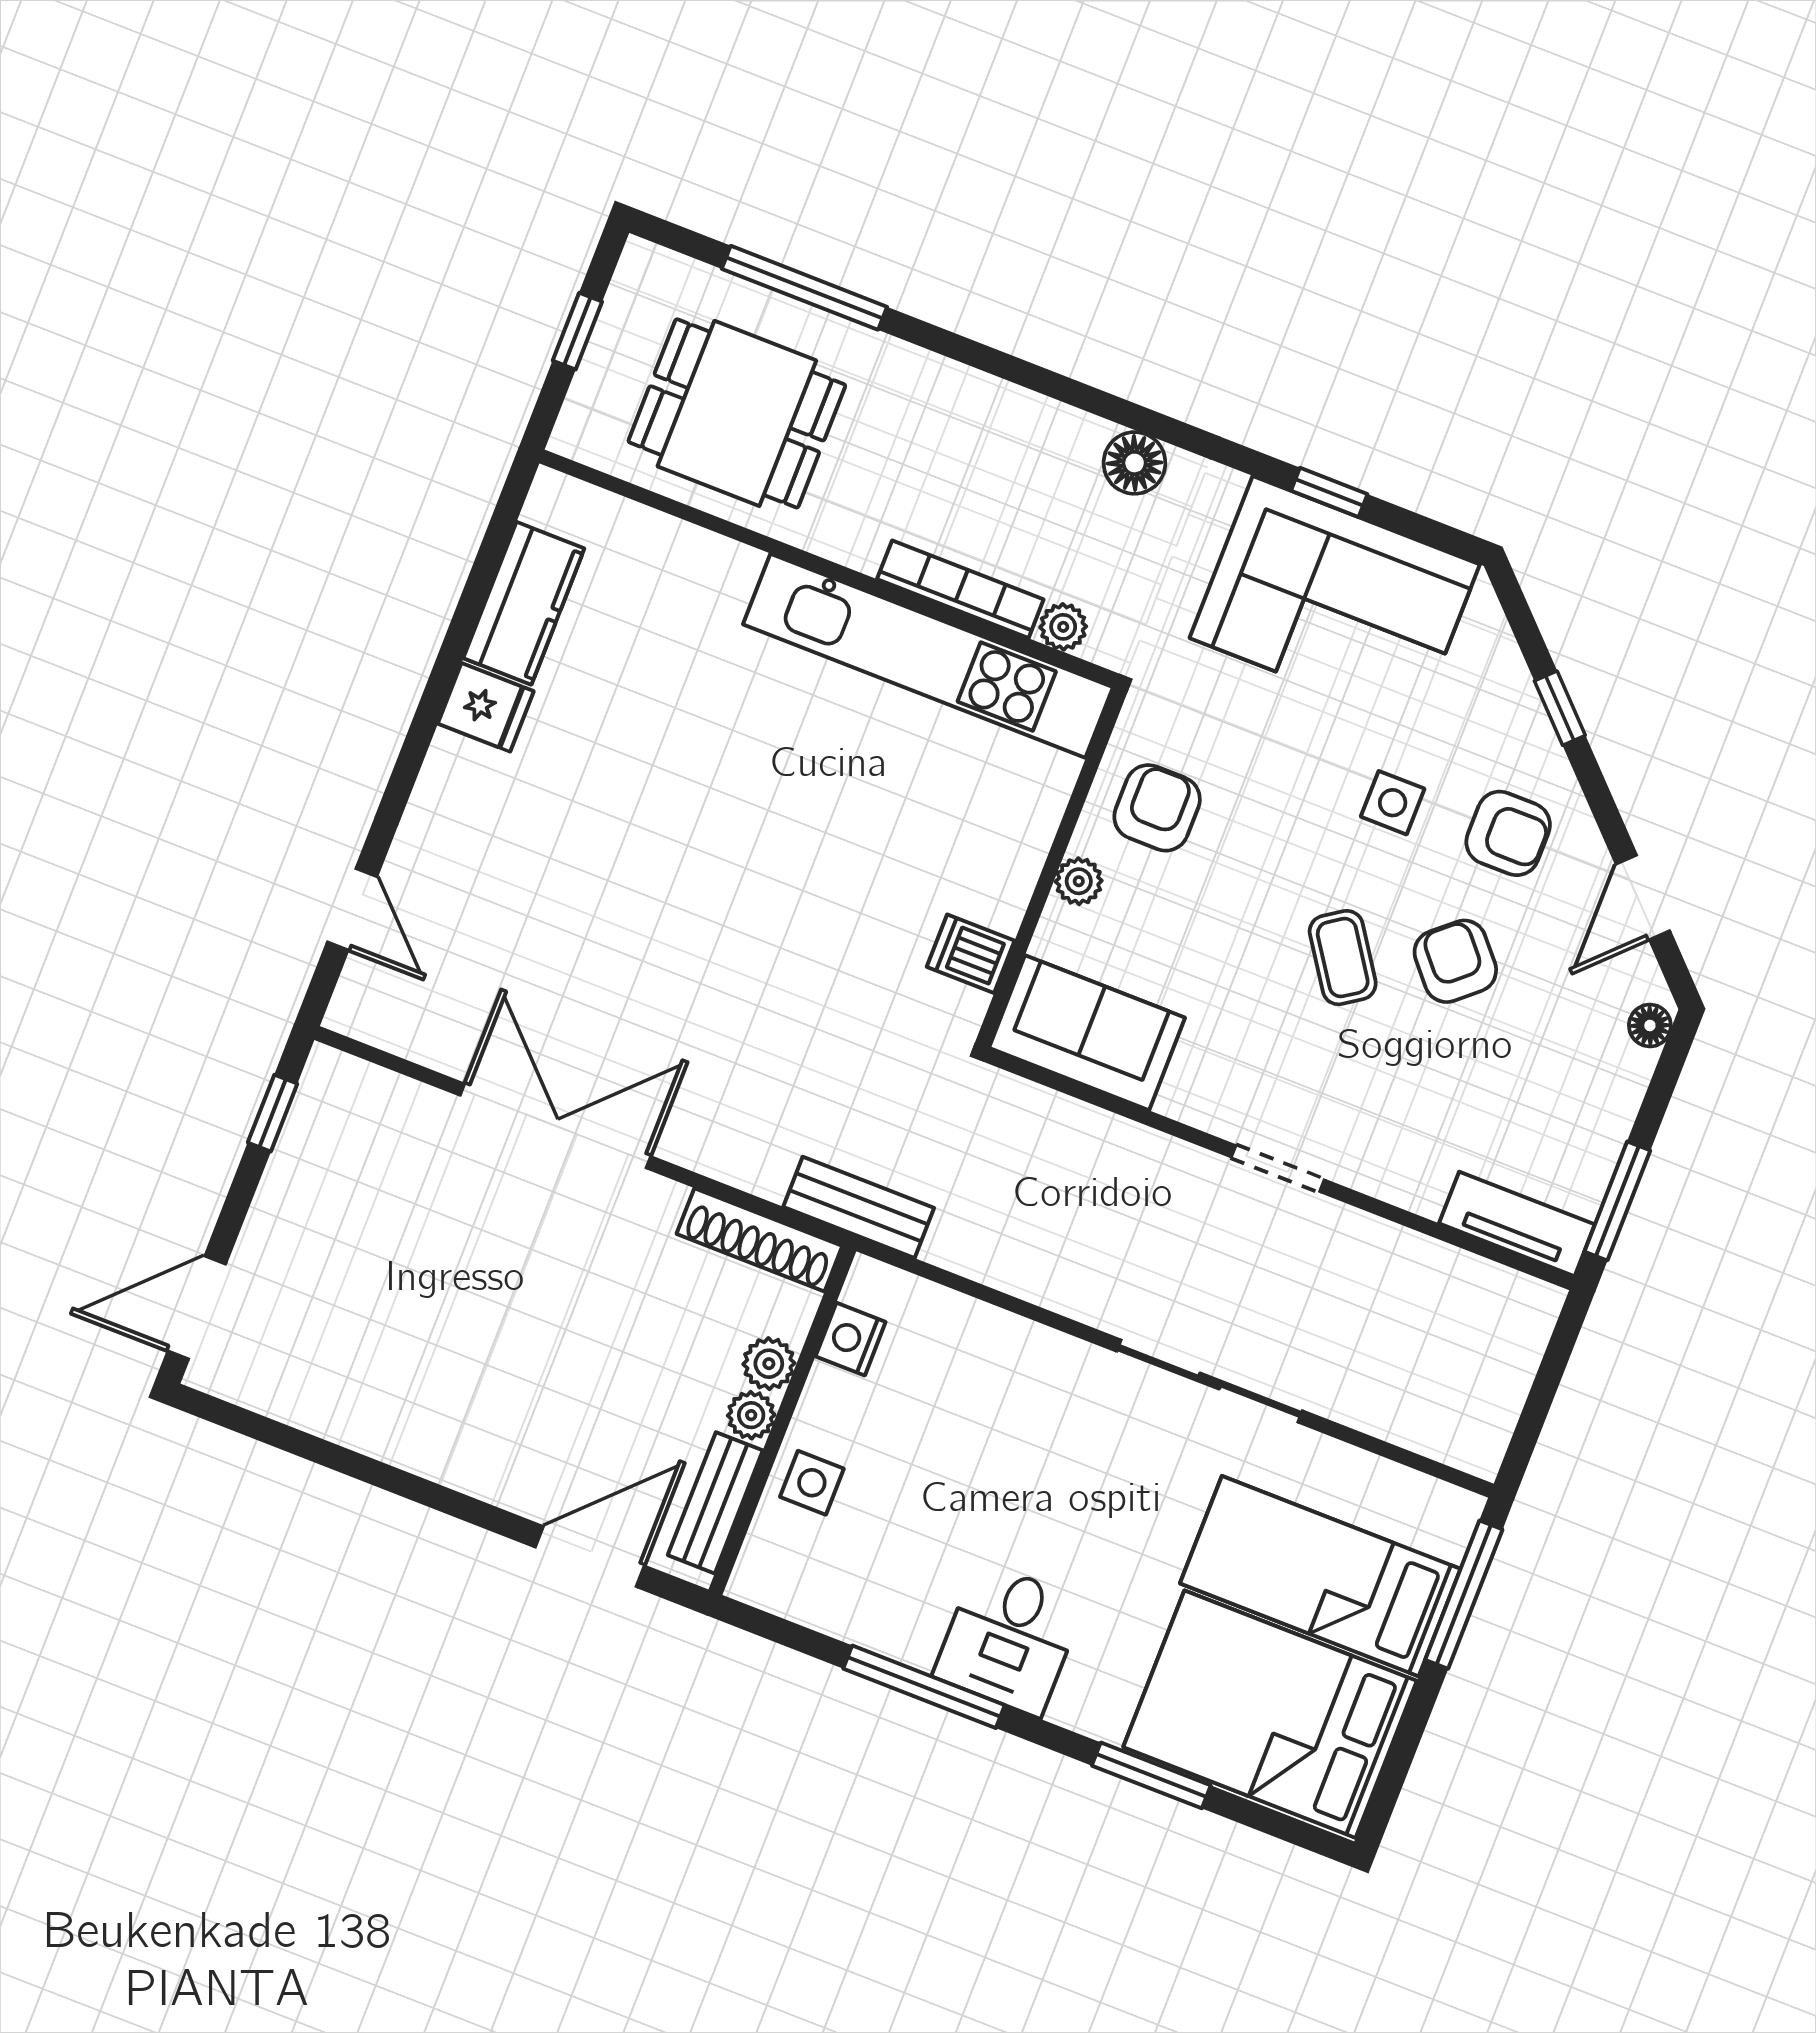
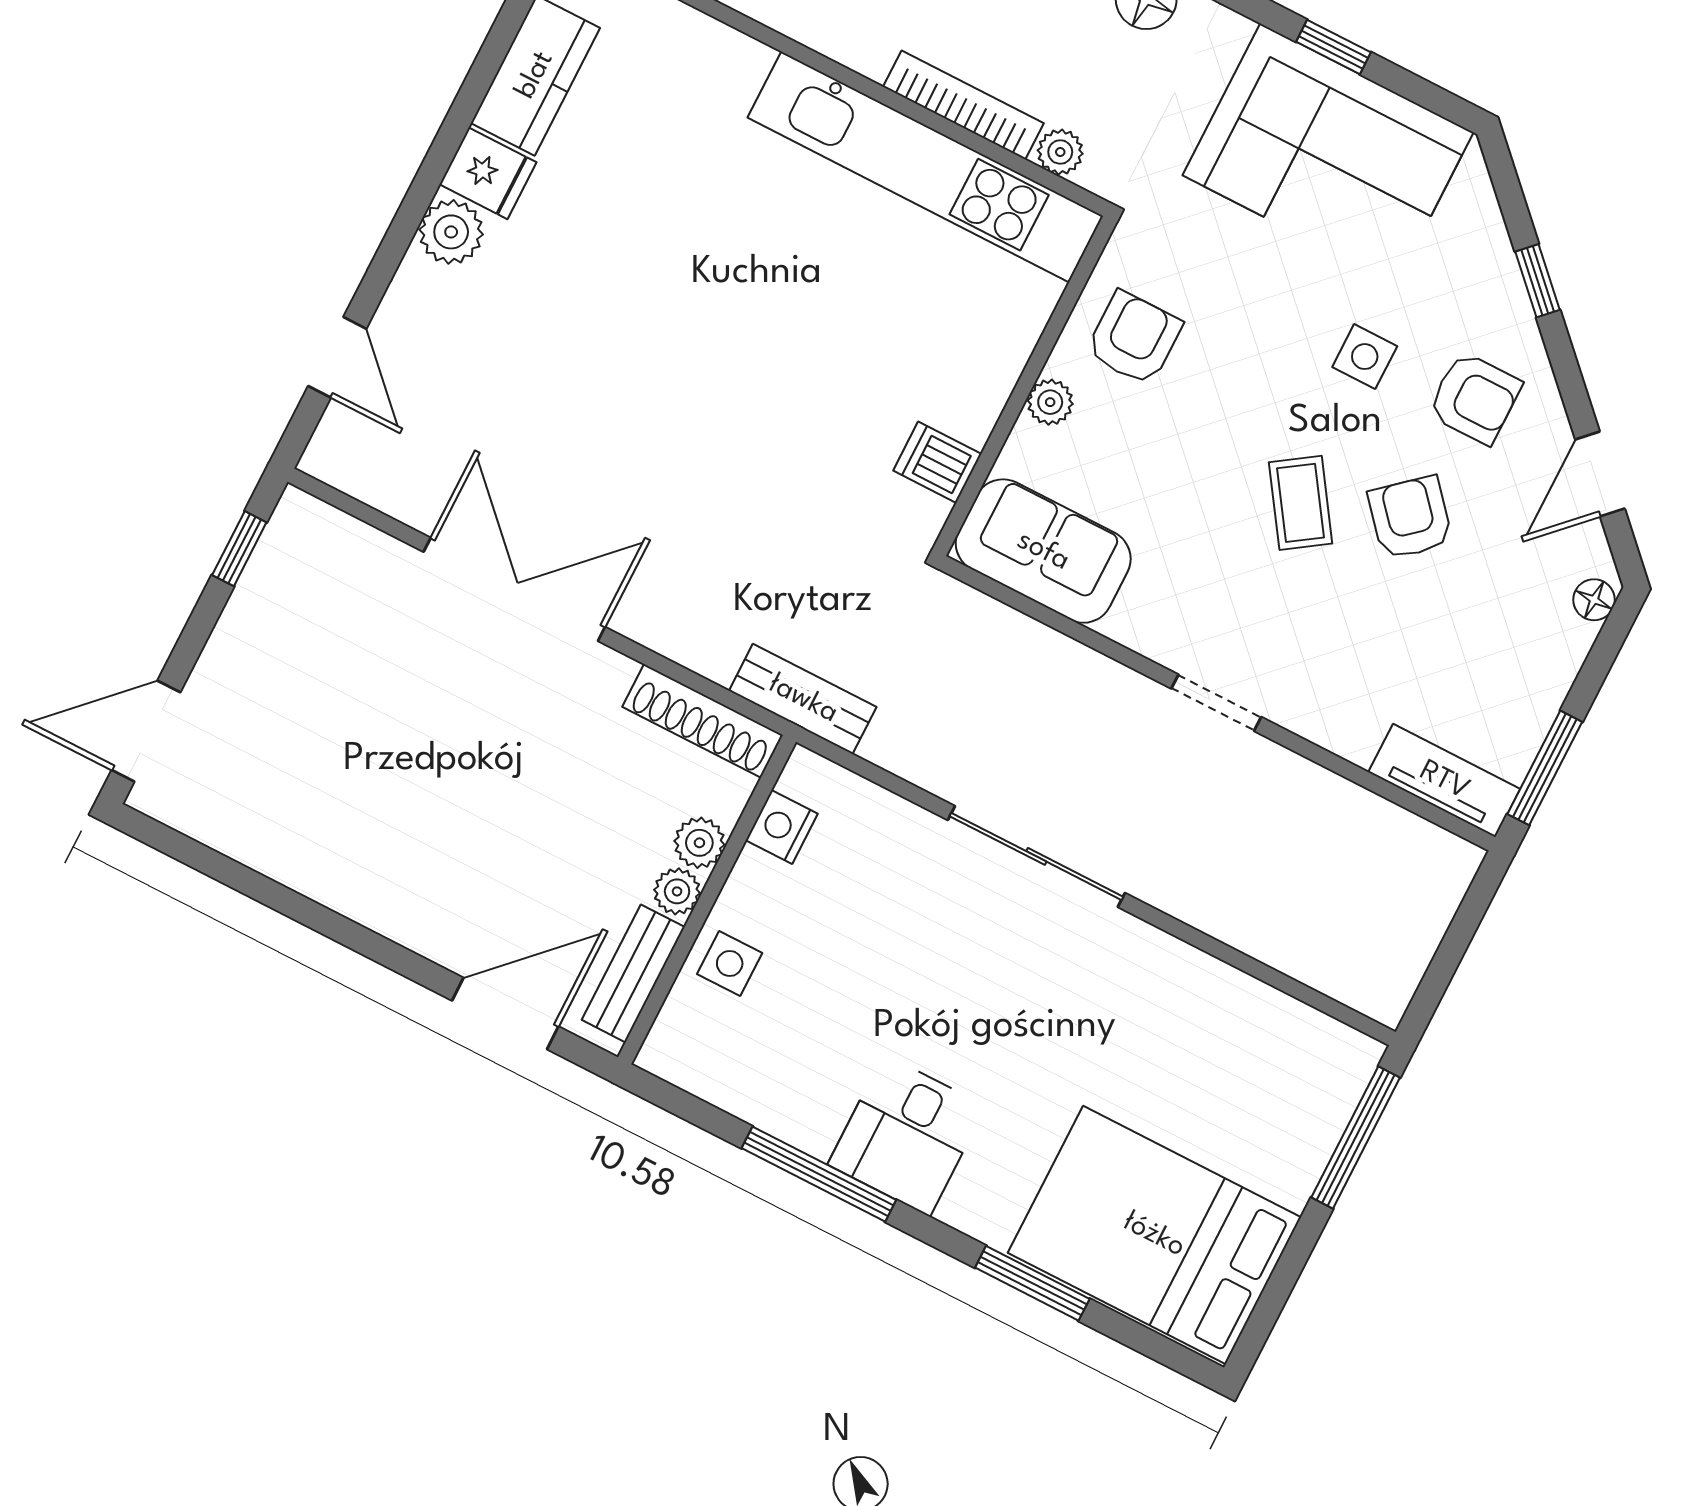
plant: (454, 771) -> (451, 232), added
sliding door: (1209, 1381) -> (1036, 856), moved
bed: (1320, 1576) -> (1217, 1105), removed

